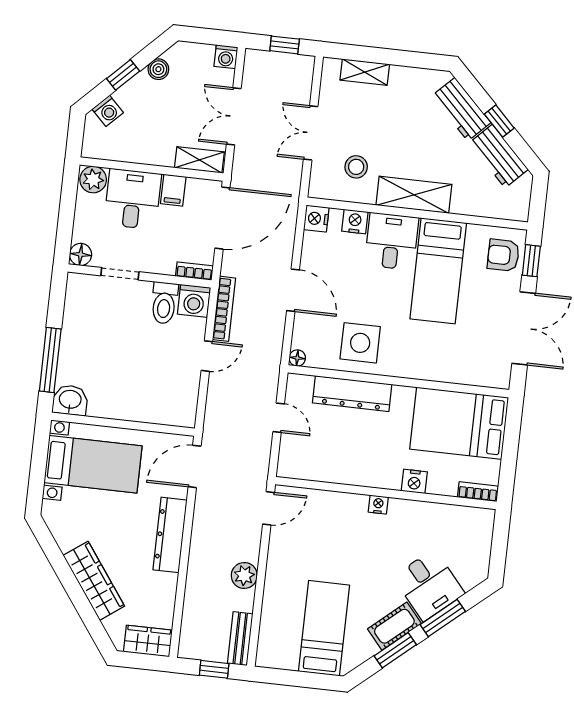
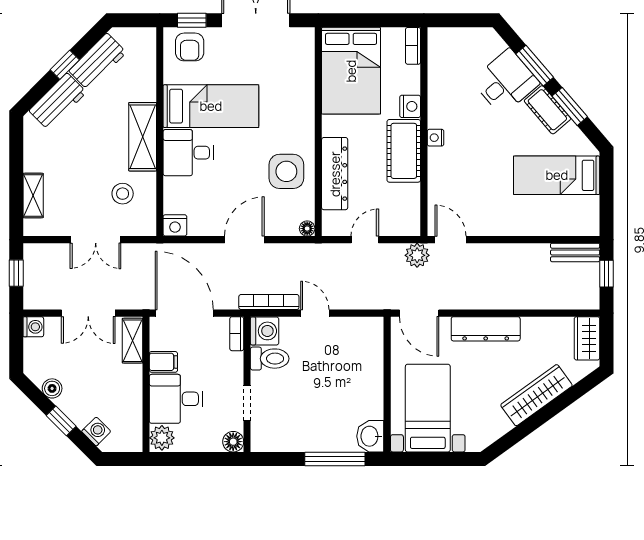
nightstand: (355, 222) -> (174, 189), removed
cot: (368, 469) -> (404, 151), added
plant: (244, 576) -> (417, 255), moved

